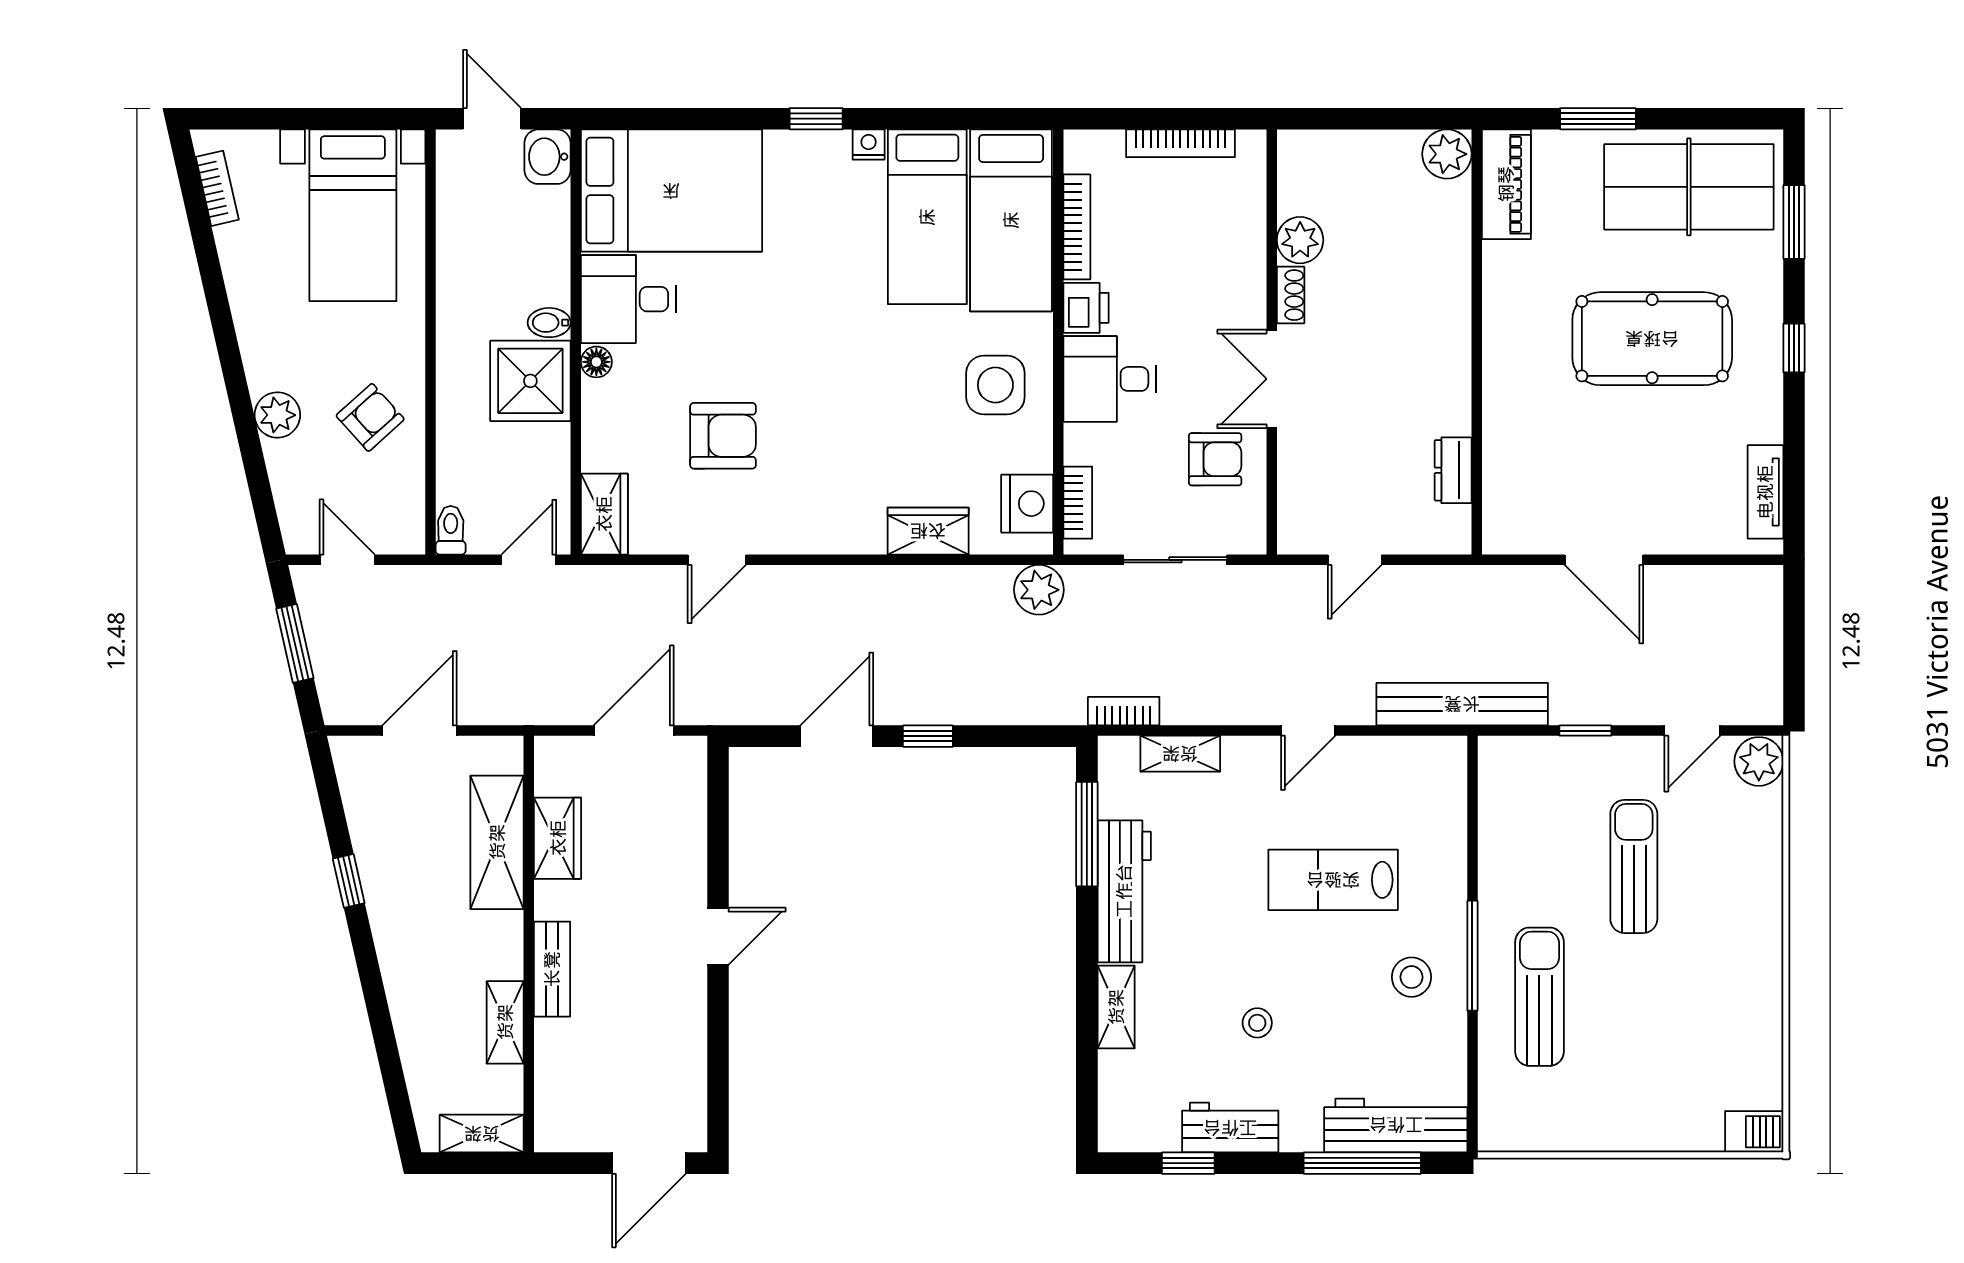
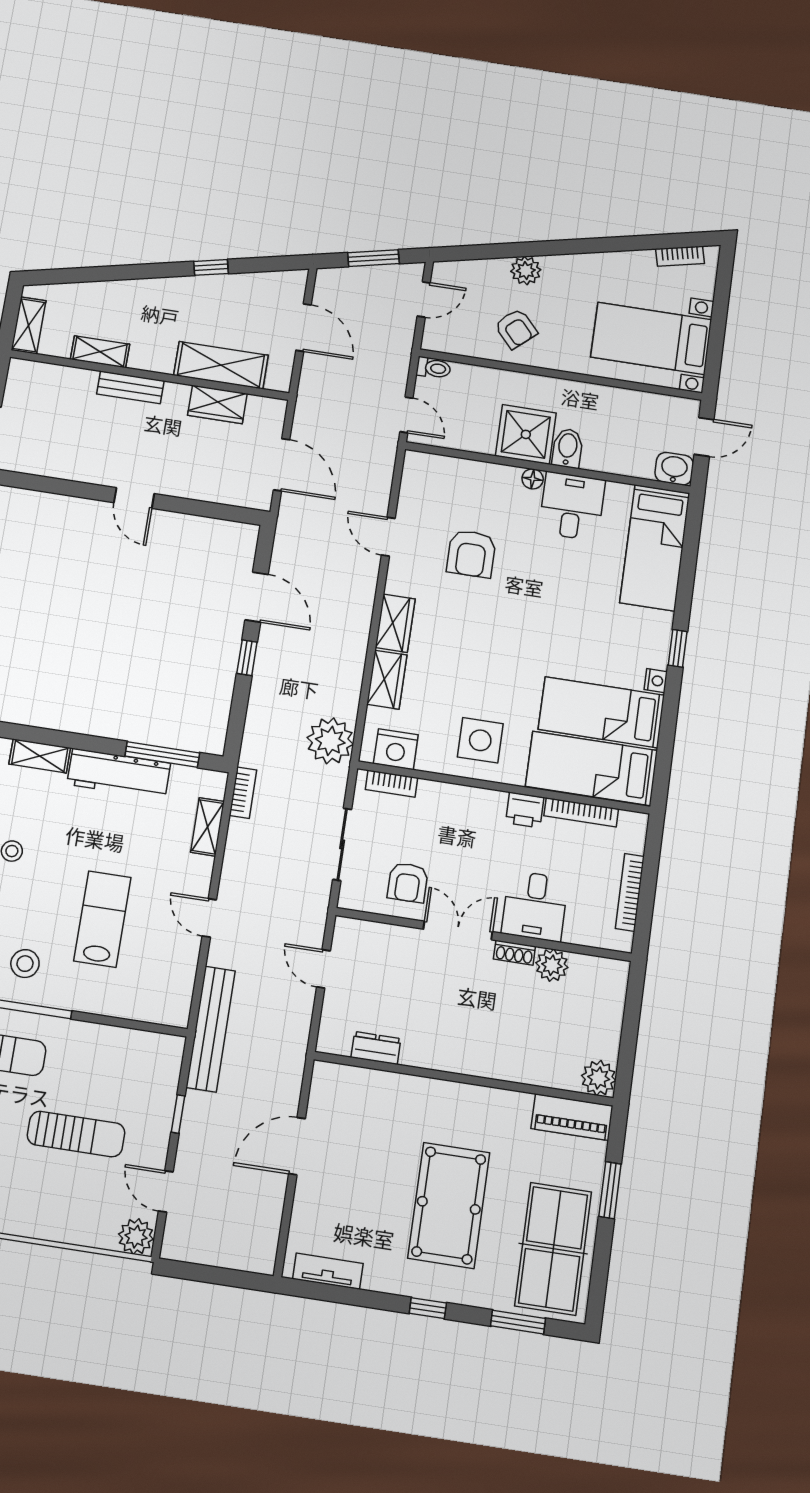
bed: (671, 191) -> (655, 548), width x0.67
bidet: (549, 323) -> (568, 448), width x1.38, depth x1.36
desk: (1110, 379) -> (535, 906), moved, turned 180
wardrobe: (604, 514) -> (395, 623), moved, turned -90
plant: (1039, 590) -> (330, 741), width x1.36, depth x1.36

